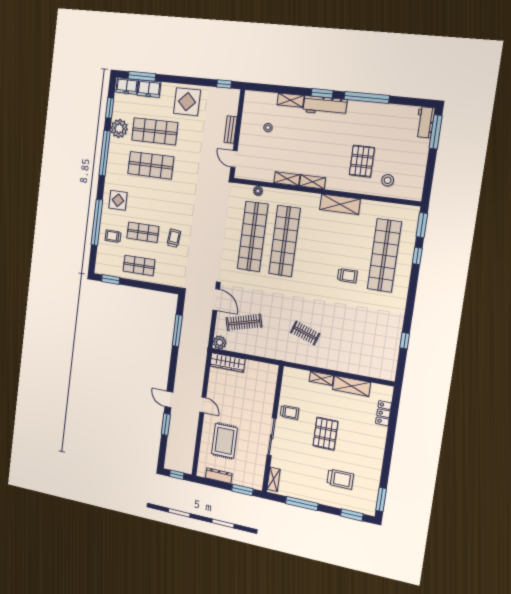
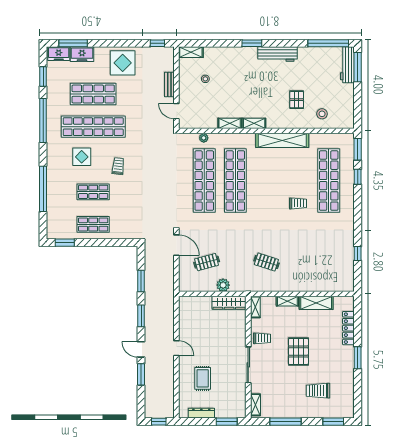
window: (367, 97) -> (328, 43), moved
shelving: (290, 100) -> (191, 52), moved
workbench: (325, 106) -> (277, 54), moved
workbench: (425, 122) -> (347, 65), width x1.38
plant: (119, 128) -> (56, 95), removed
pallet: (362, 161) -> (297, 100), width x0.67, depth x0.71
shop shelf: (151, 165) -> (93, 127), width x1.40
display table: (118, 200) -> (82, 157), moved
shelving: (340, 204) -> (282, 140), width x1.47
trolley: (113, 236) -> (62, 200), removed
trolley: (174, 238) -> (118, 166), moved
clothes rail: (244, 322) -> (207, 262), width x0.73
window: (177, 330) -> (141, 281), width x0.69
plant: (220, 342) -> (223, 285), moved
wardrobe: (227, 362) -> (229, 303), moved
window: (173, 366) -> (141, 316), added
shelving: (287, 378) -> (255, 307), added
locker: (384, 413) -> (348, 328), width x1.53
rug: (224, 441) -> (203, 378), width x0.73, depth x0.70
trolley: (340, 479) -> (318, 391), turned 180
window: (381, 499) -> (358, 358), moved

